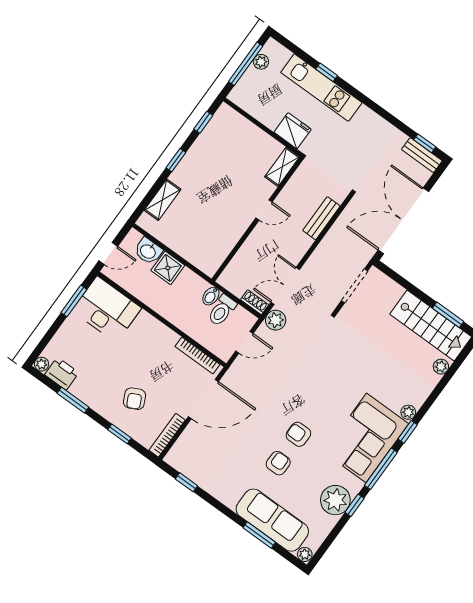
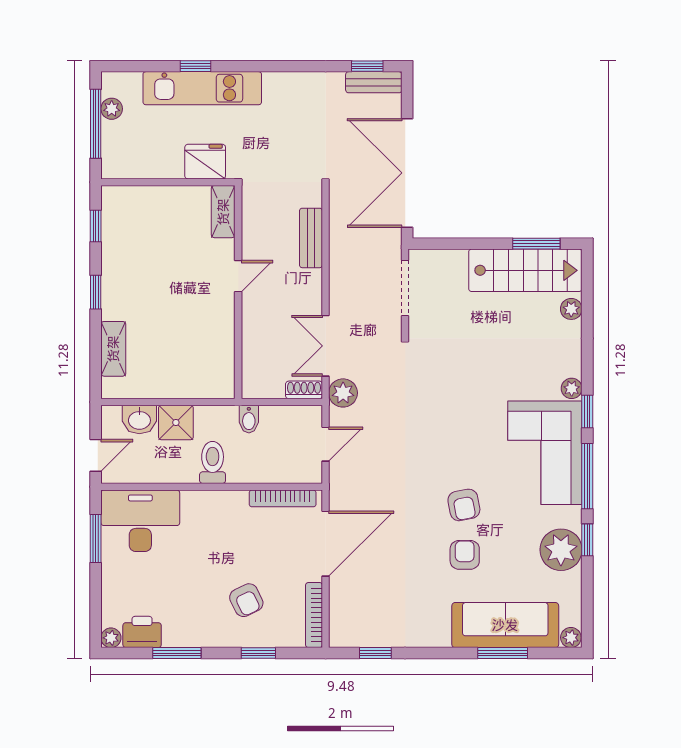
toilet: (222, 310) -> (213, 462), moved, turned 180
armchair: (298, 434) -> (464, 505), turned -101

